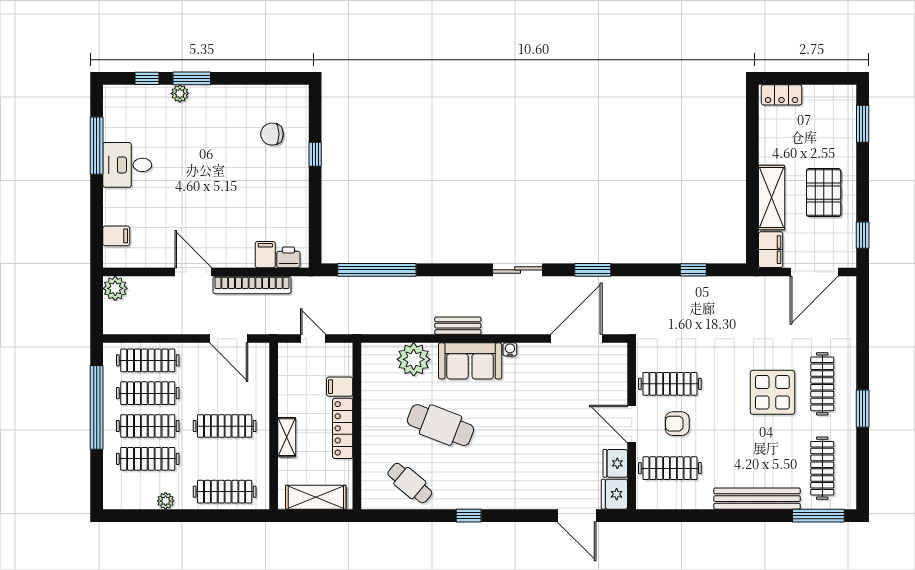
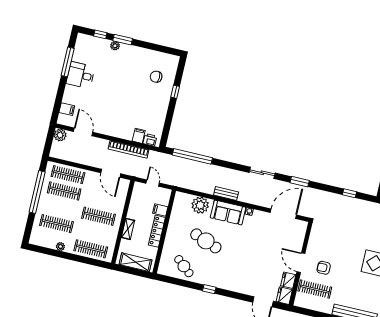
door: (193, 272) -> (83, 132), moved
clothes rail: (670, 384) -> (325, 247), removed
clothes rail: (148, 426) -> (60, 207), removed

